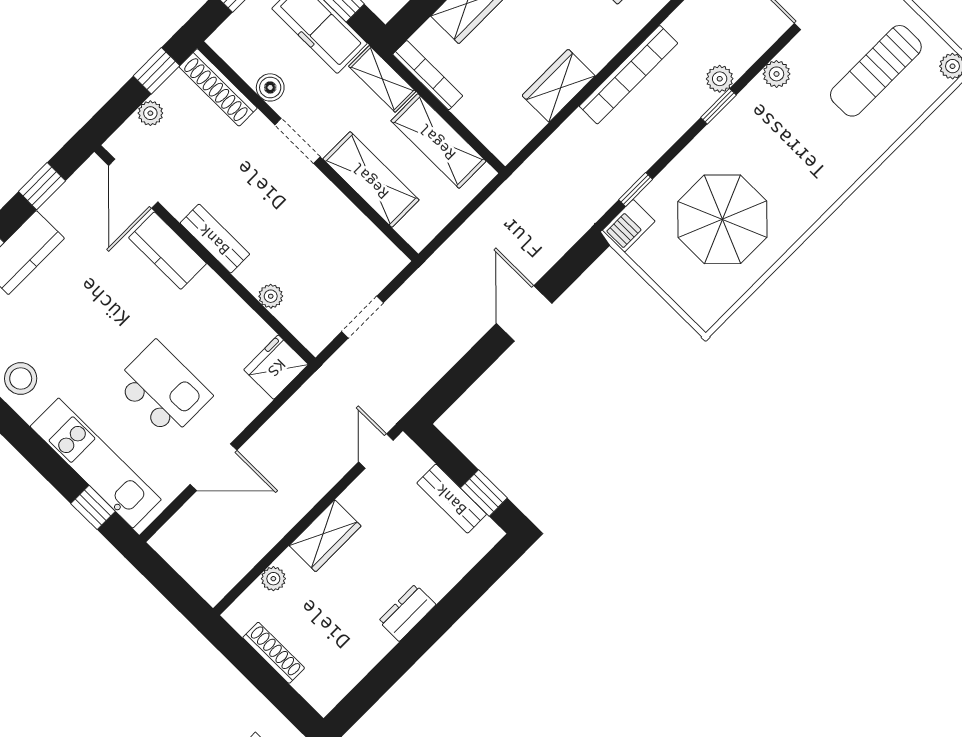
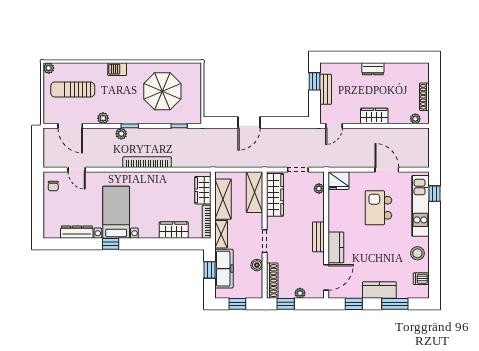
sun lounger: (876, 71) -> (73, 89), turned 180
wardrobe: (559, 86) -> (203, 190), moved, turned 90
shelving: (371, 180) -> (254, 192), moved
barbecue: (629, 226) -> (117, 69), moved, turned 180
wardrobe: (358, 236) -> (275, 195), added
plant: (271, 296) -> (319, 189), moved
plant: (273, 579) -> (415, 119), moved

